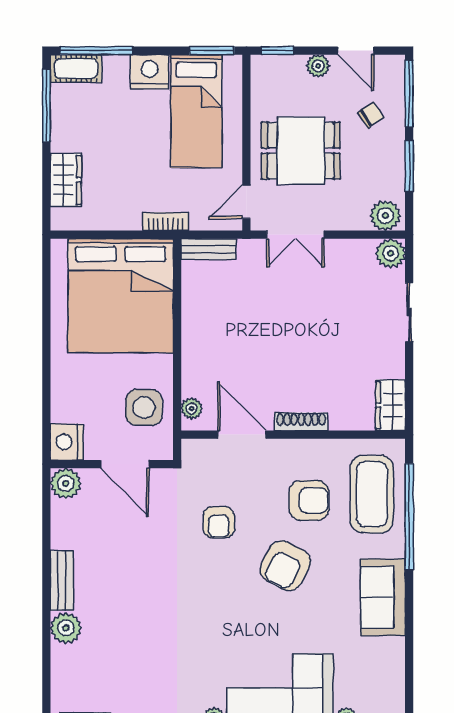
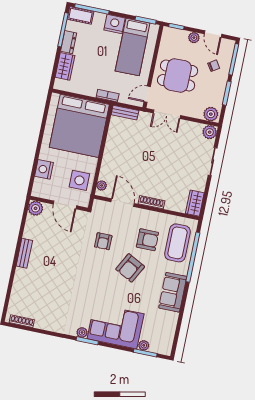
dresser: (63, 129) -> (69, 42), added
nightstand: (67, 442) -> (44, 169), moved
plant: (66, 628) -> (22, 276), removed

